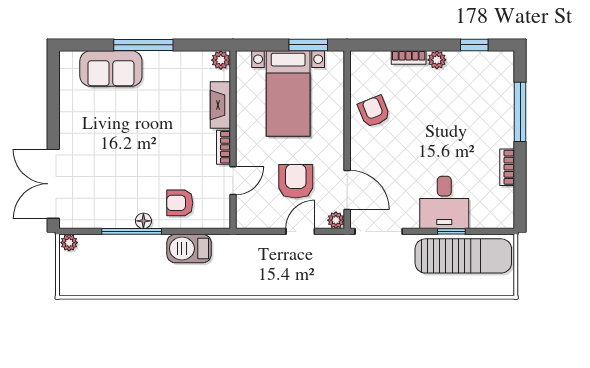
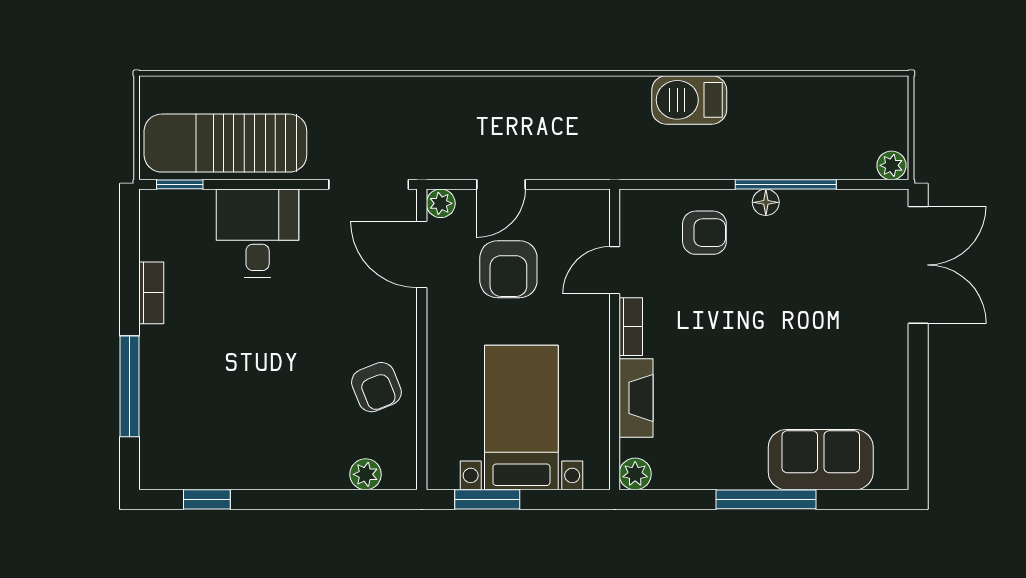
bookcase: (409, 57) -> (318, 478), removed
plant: (437, 60) -> (366, 474), moved
window: (451, 231) -> (180, 184), moved
barbecue: (189, 249) -> (689, 100), moved, turned 180

